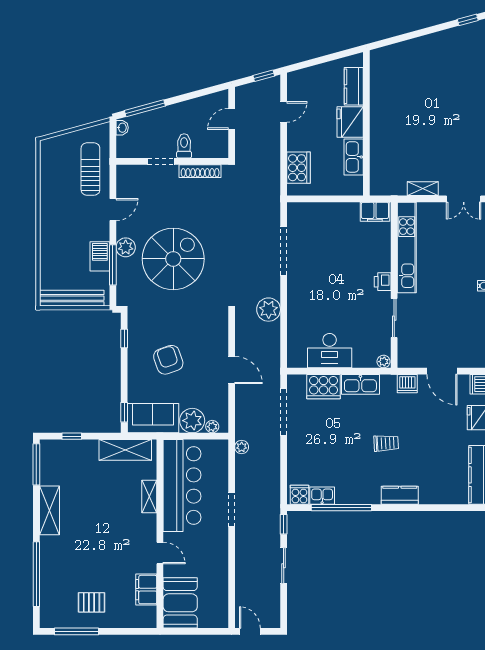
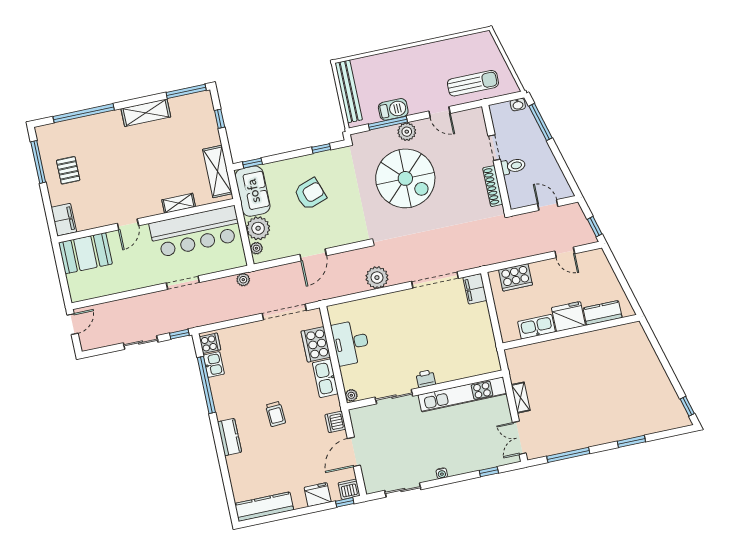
filing cabinet: (375, 212) -> (475, 289), moved
filing cabinet: (146, 590) -> (64, 220), moved, turned 90

